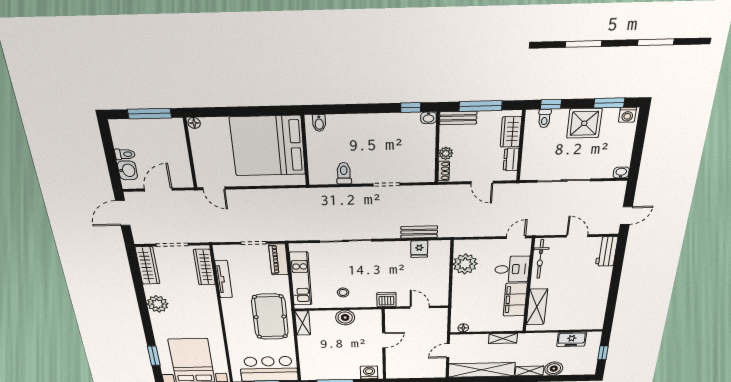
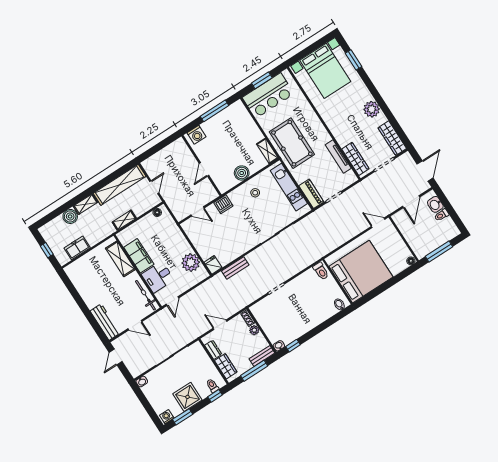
toilet: (344, 173) -> (321, 271), moved
fridge: (419, 249) -> (213, 265), moved
workbench: (607, 251) -> (105, 322), width x1.38

